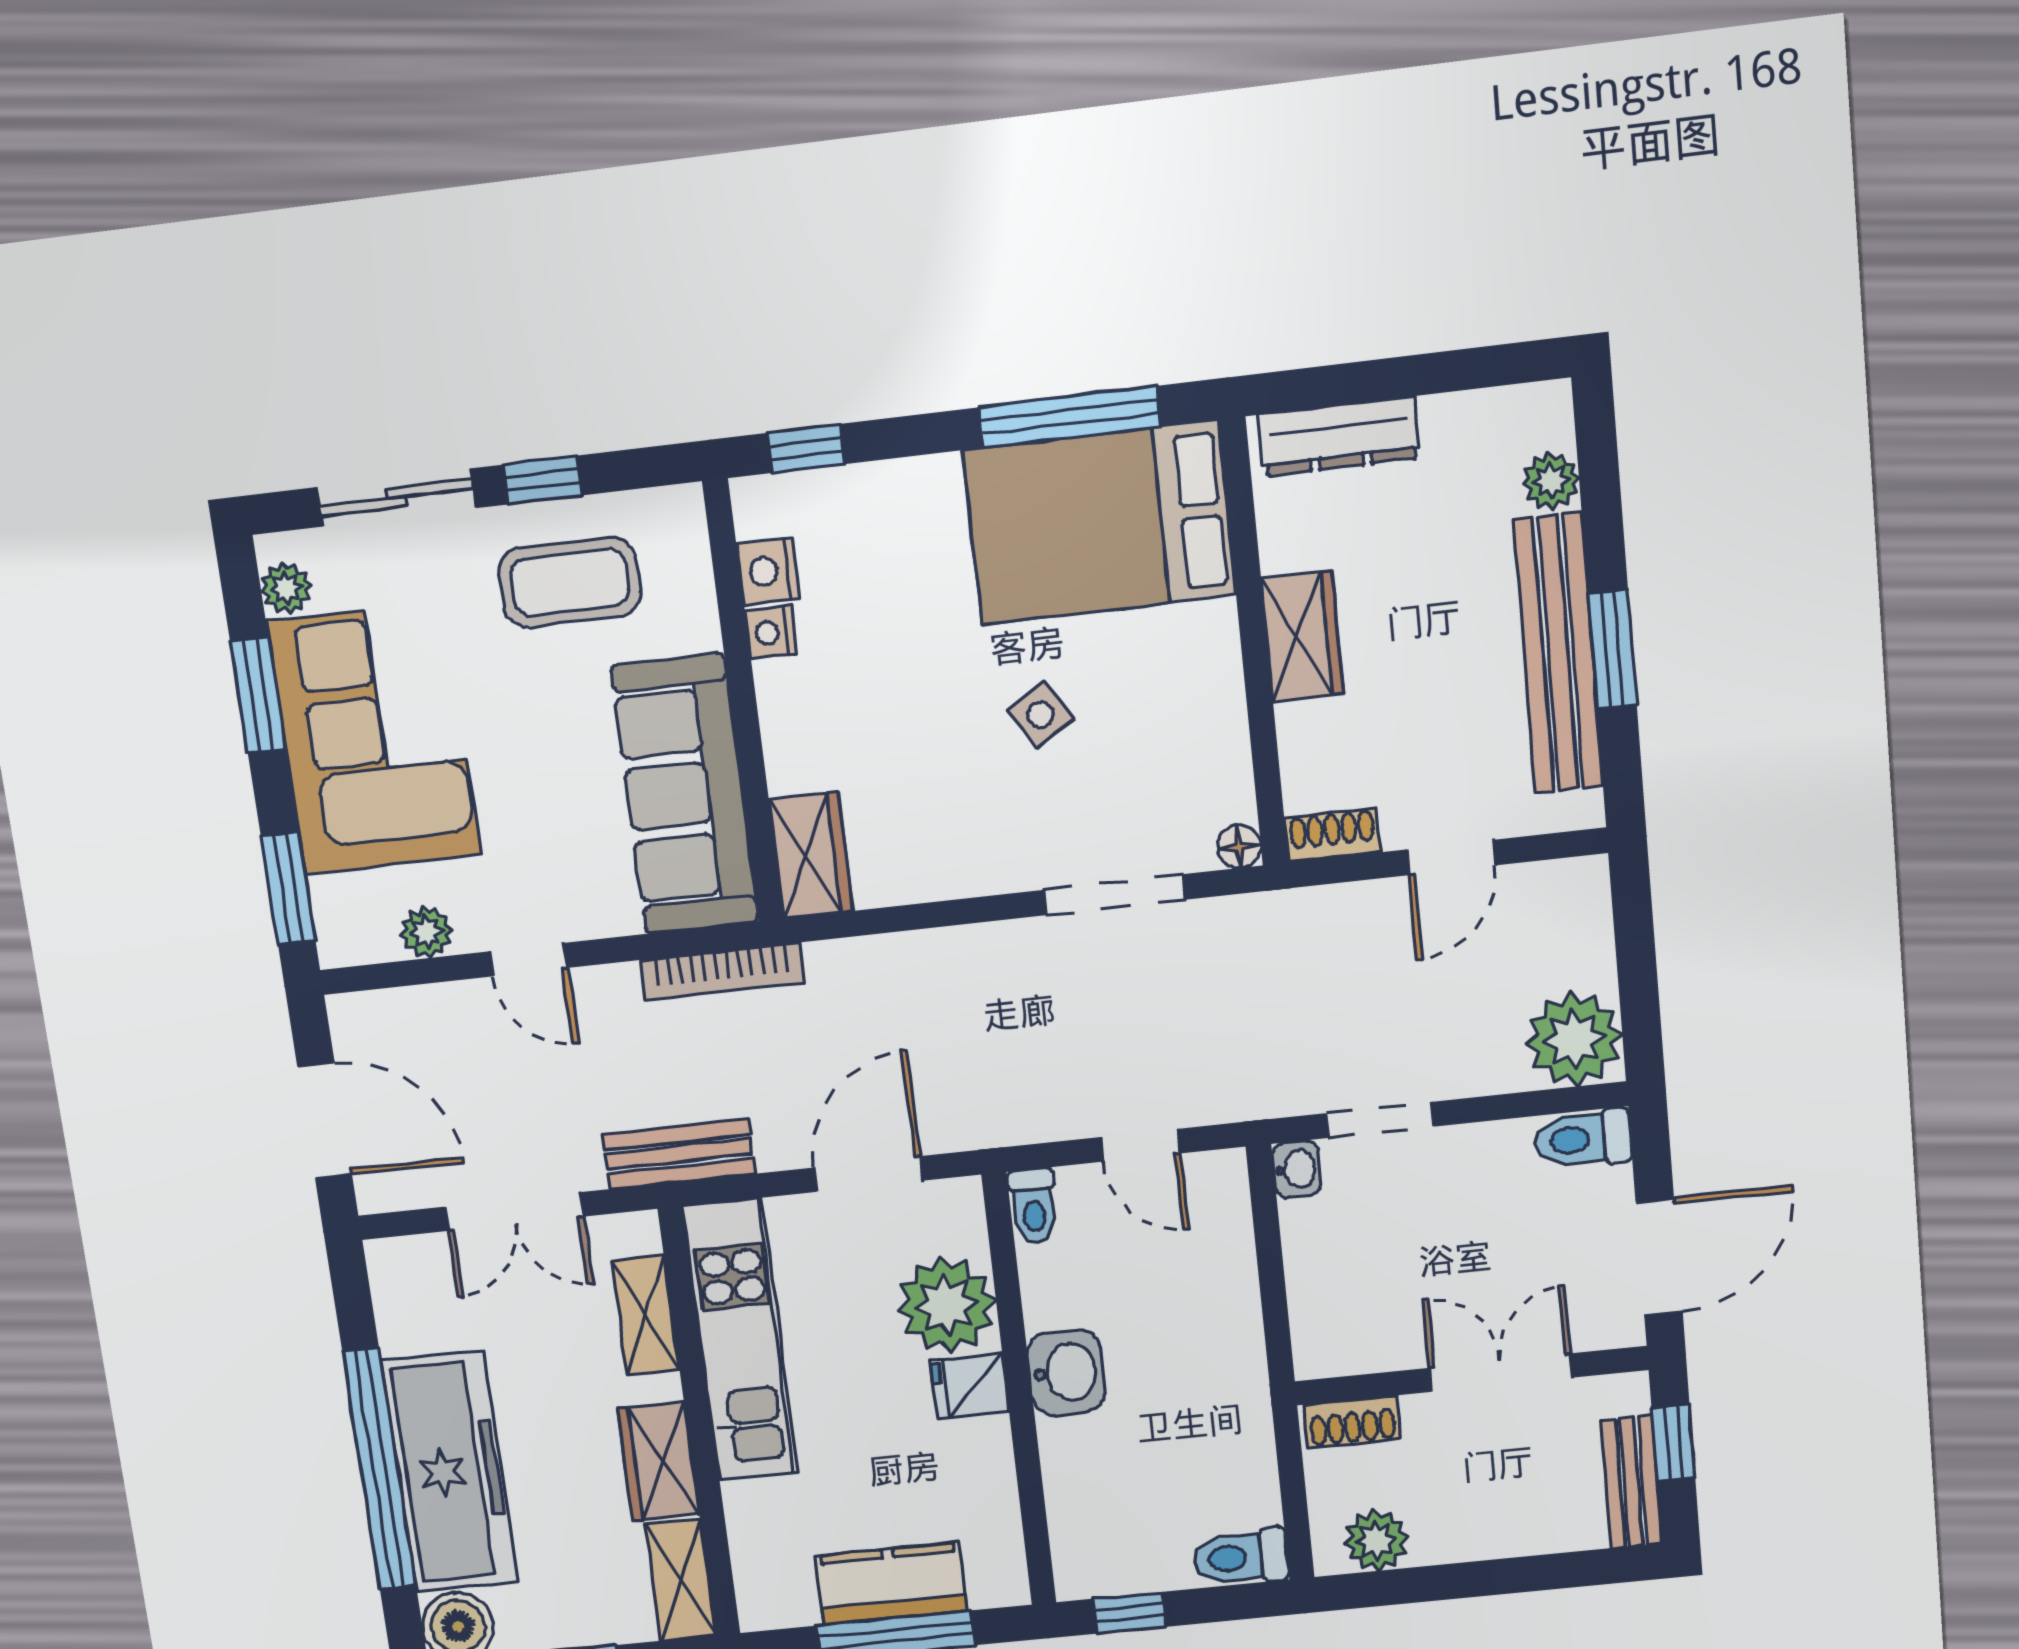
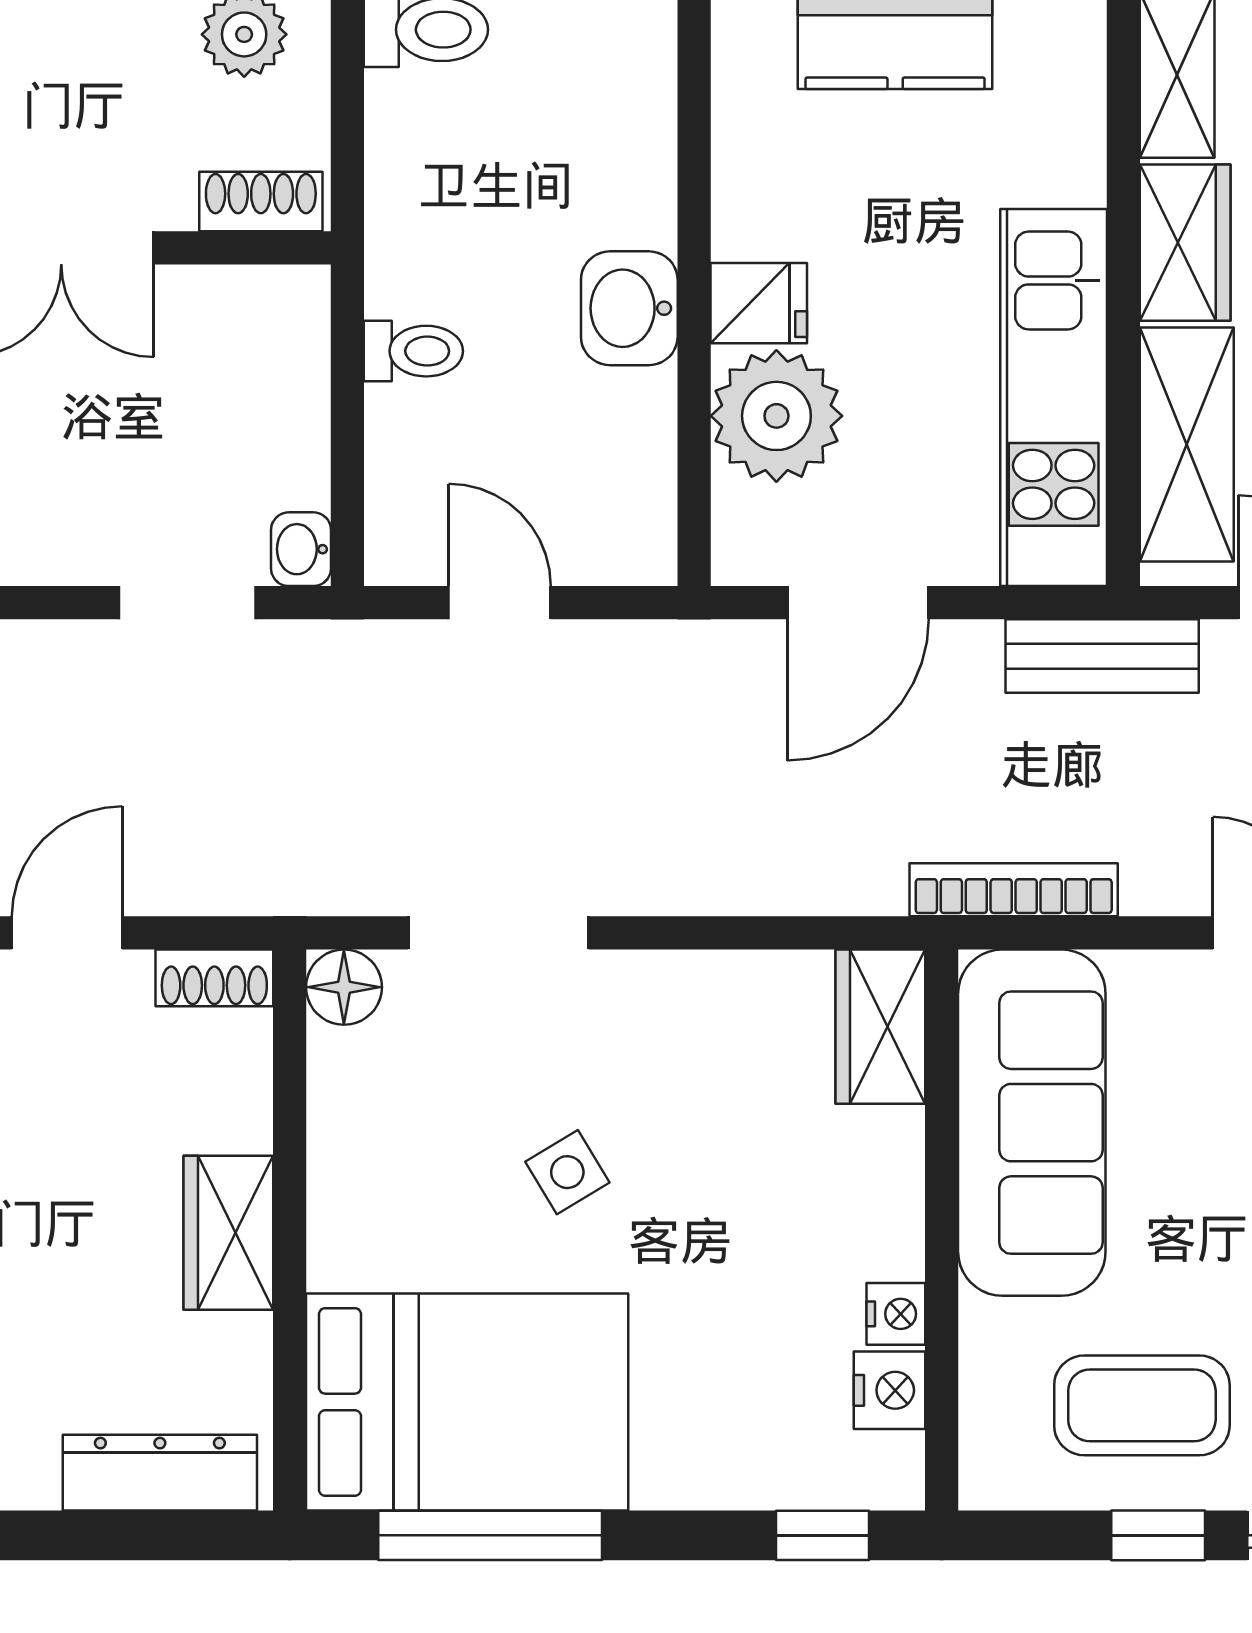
floor lamp: (1239, 846) -> (344, 987), width x1.37, depth x1.37
toilet: (1034, 1206) -> (413, 351), moved, turned 90
shelving: (646, 1315) -> (1187, 445), width x1.50, depth x1.33

